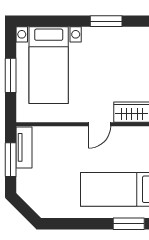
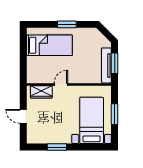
tv unit: (24, 147) -> (106, 65), width x1.41
window: (129, 224) -> (67, 24), moved

